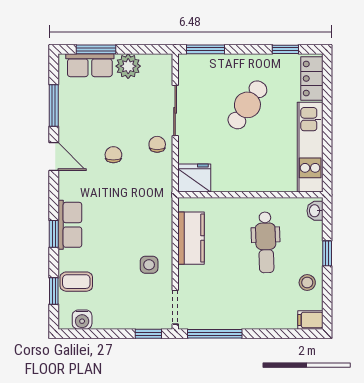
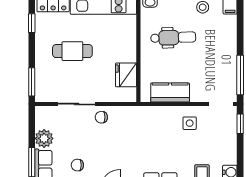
cafe table: (247, 105) -> (72, 51), turned -34
chair: (113, 155) -> (77, 165), moved
fridge: (194, 178) -> (126, 75), moved

